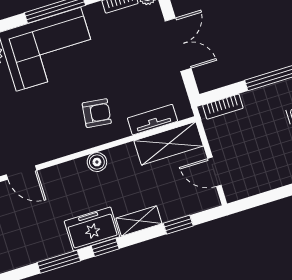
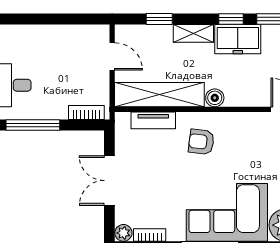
shelving: (169, 143) -> (159, 95), width x1.47

